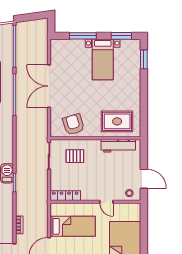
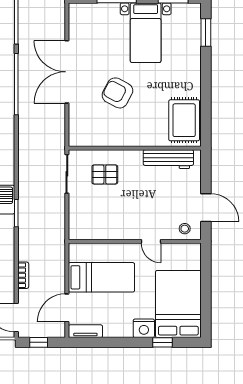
rug: (117, 121) -> (184, 120), moved, turned 90
armchair: (73, 124) -> (117, 93), moved, turned -45
locker: (65, 196) -> (91, 232), removed

